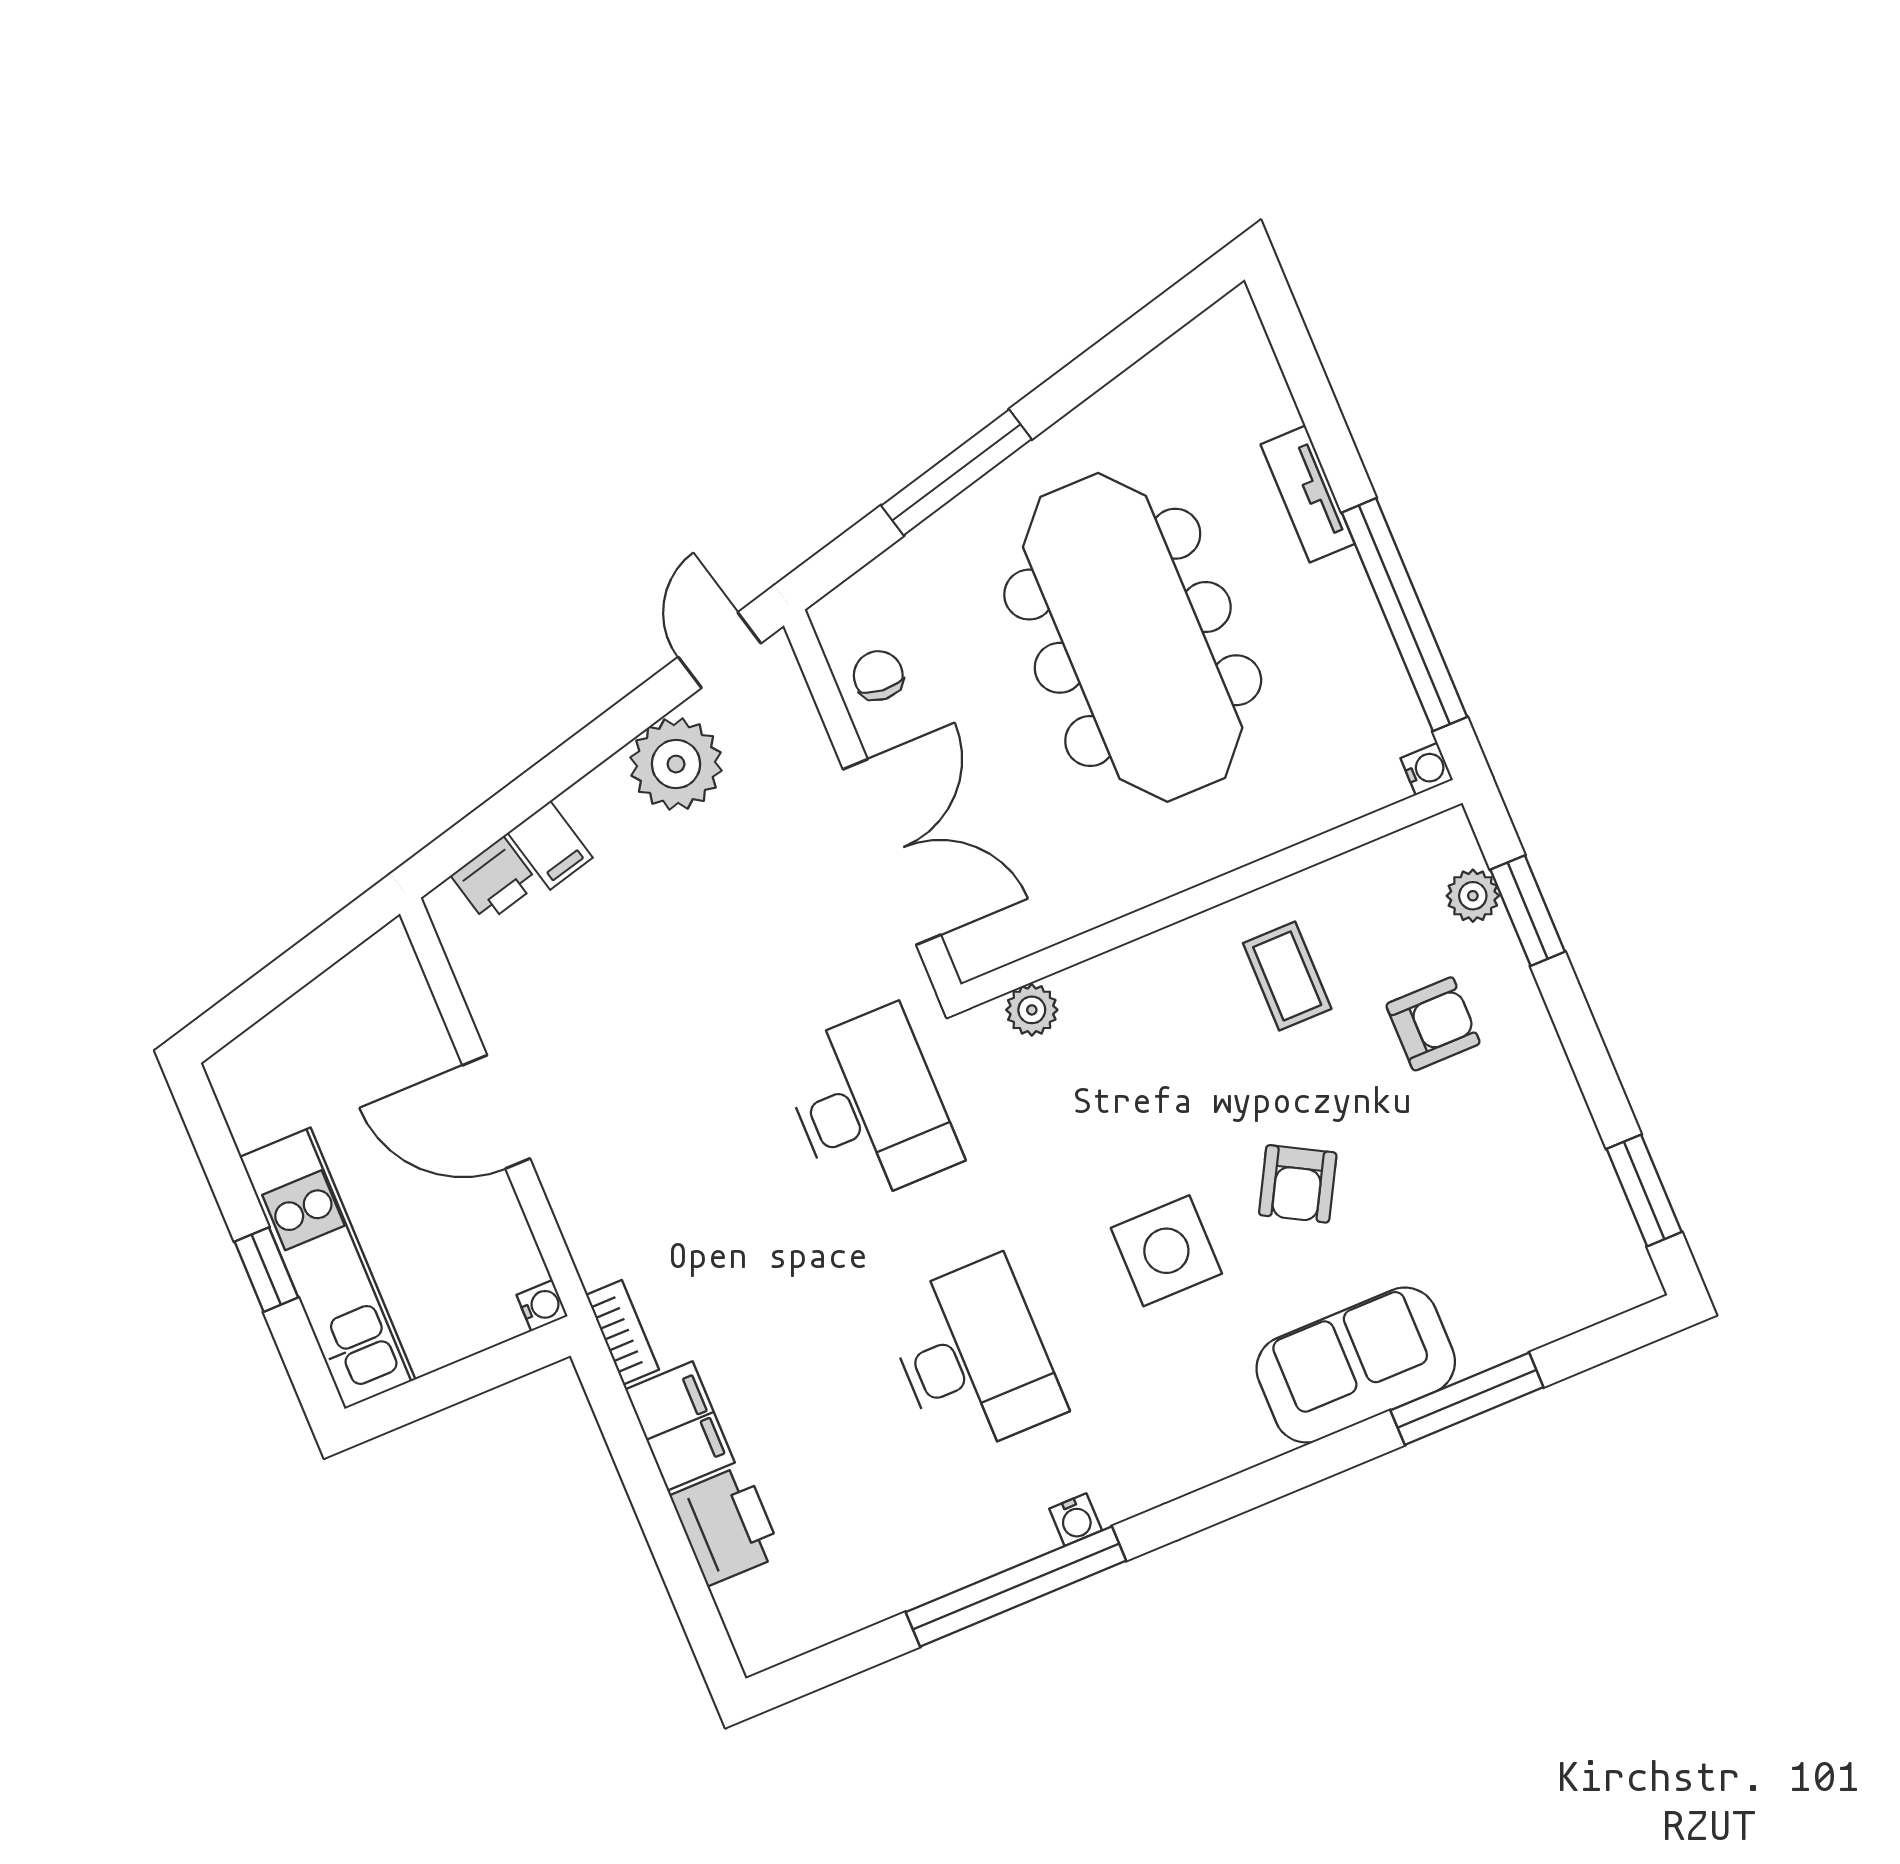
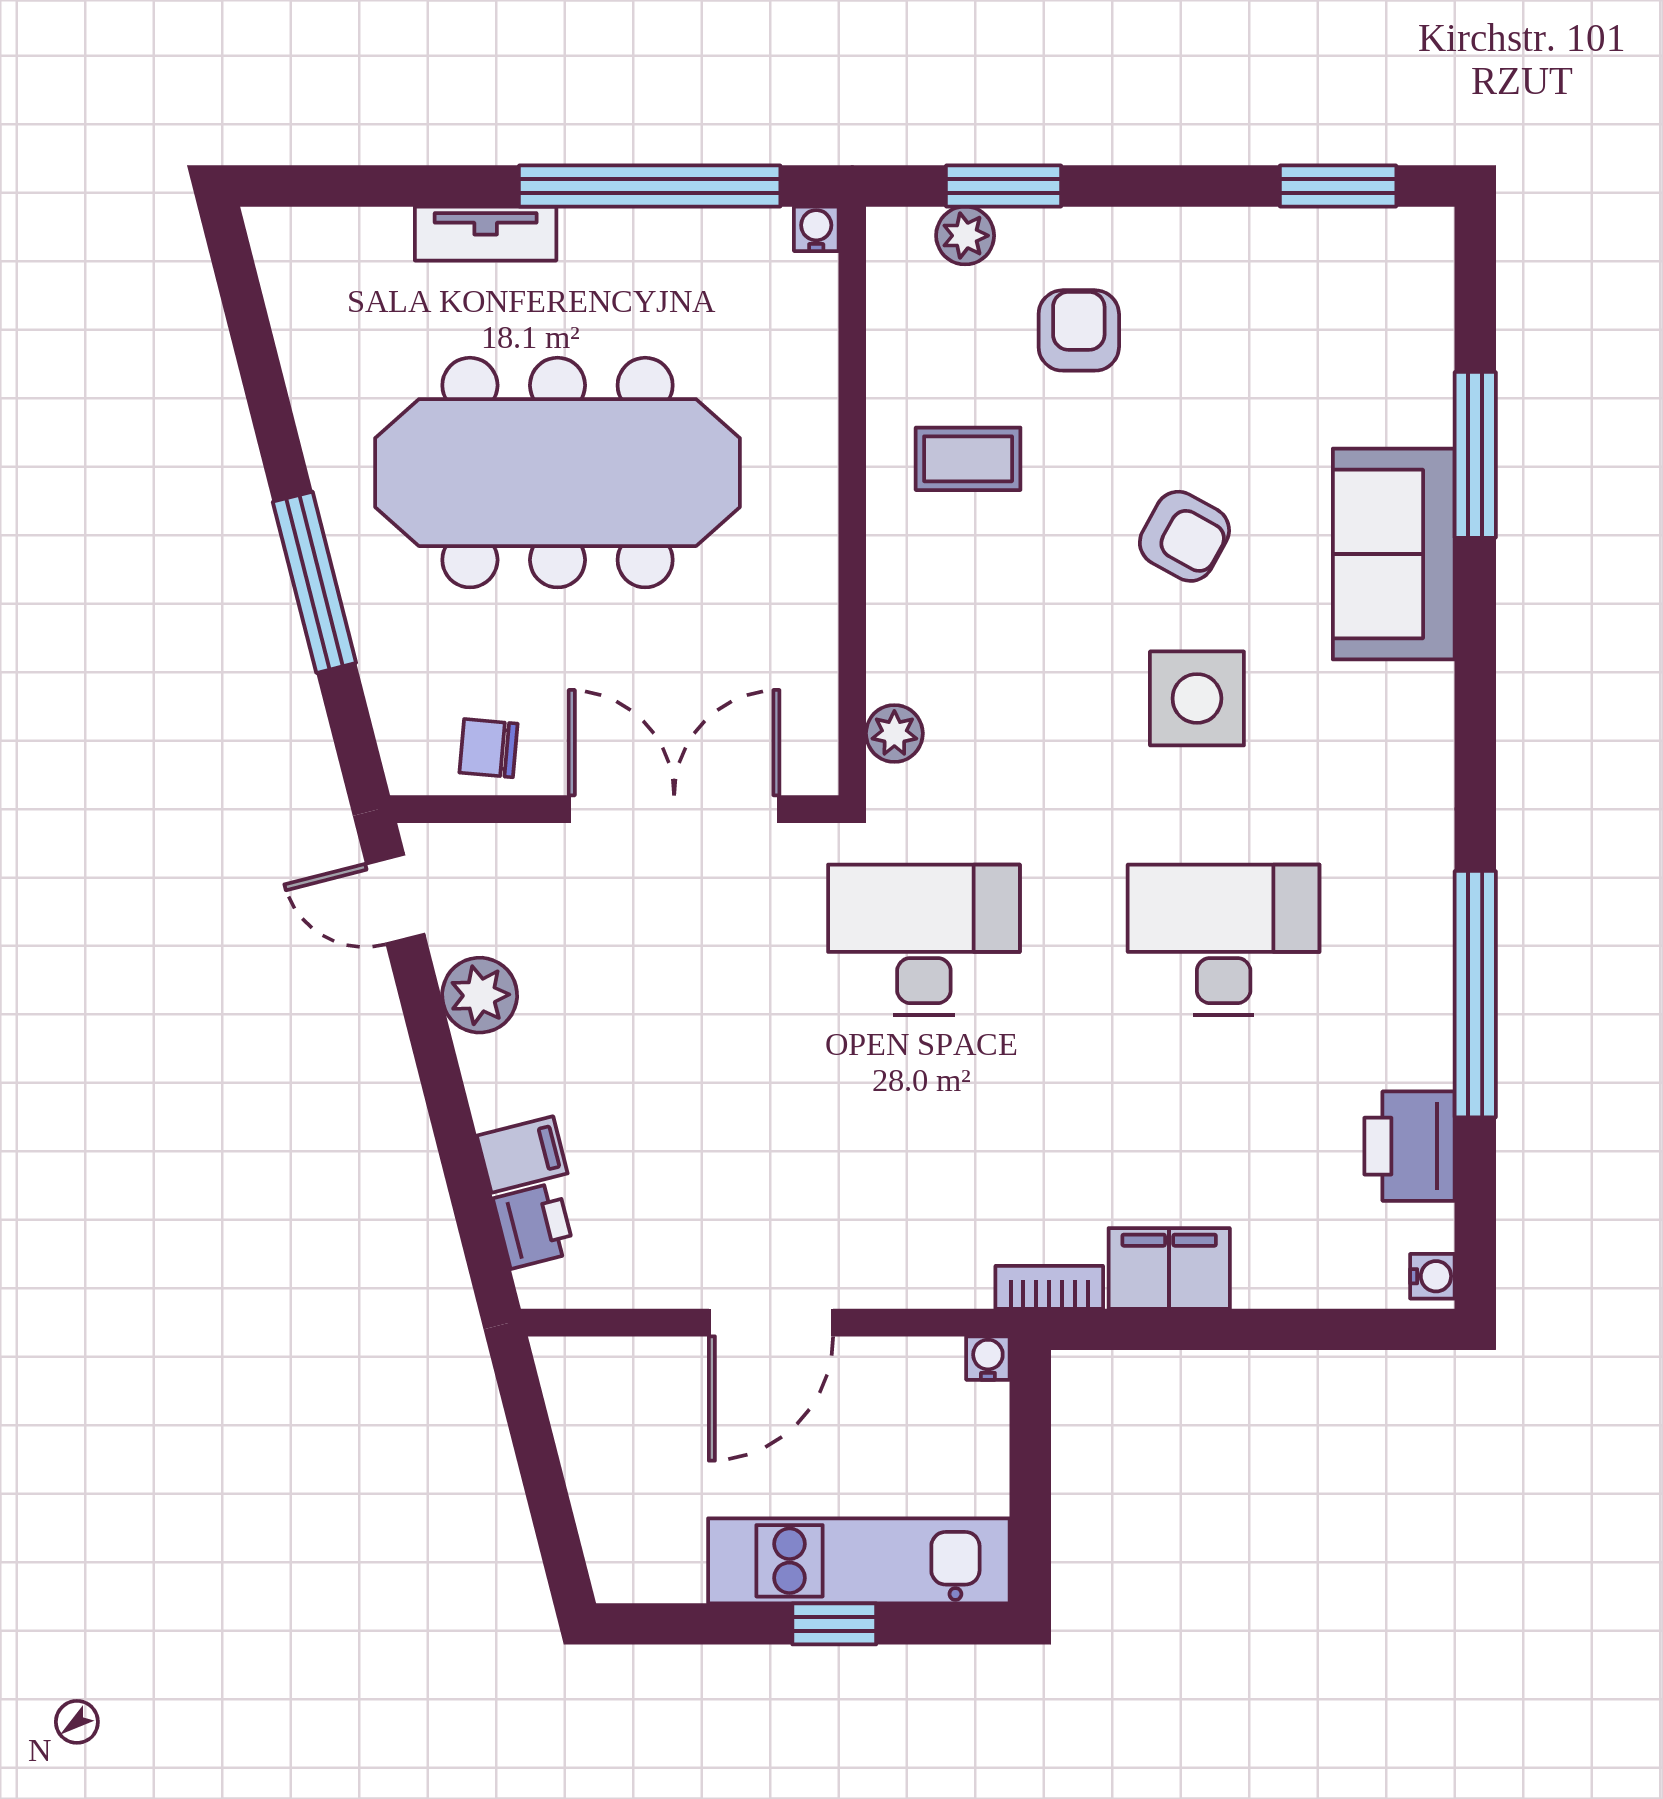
plant: (676, 764) -> (480, 995), width x0.73, depth x0.73
water cooler: (1076, 1520) -> (1432, 1276), moved
printer: (726, 1525) -> (1410, 1146), moved, turned -90

